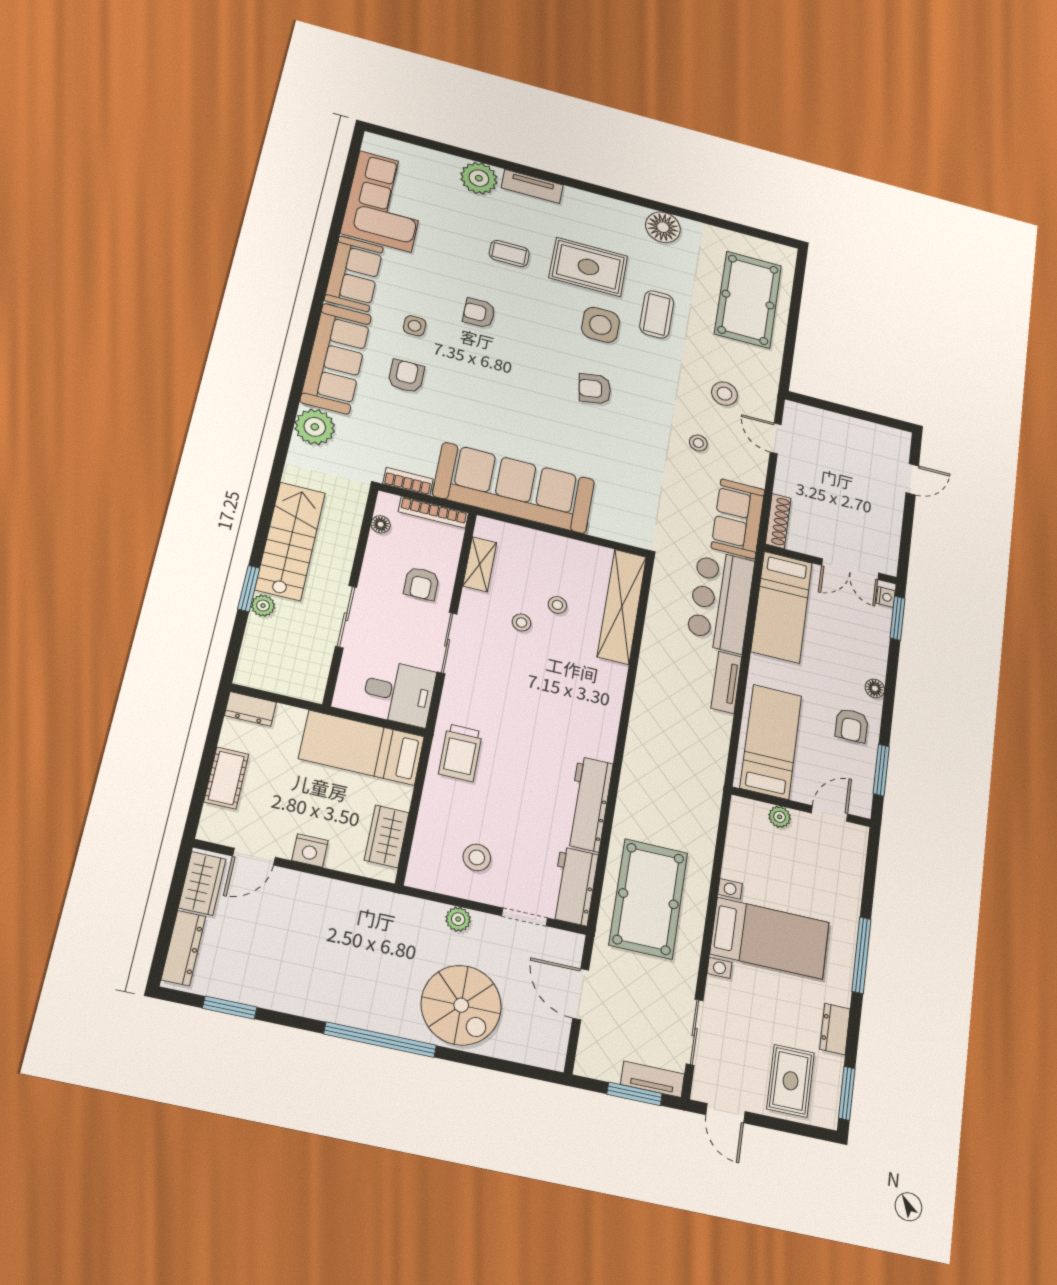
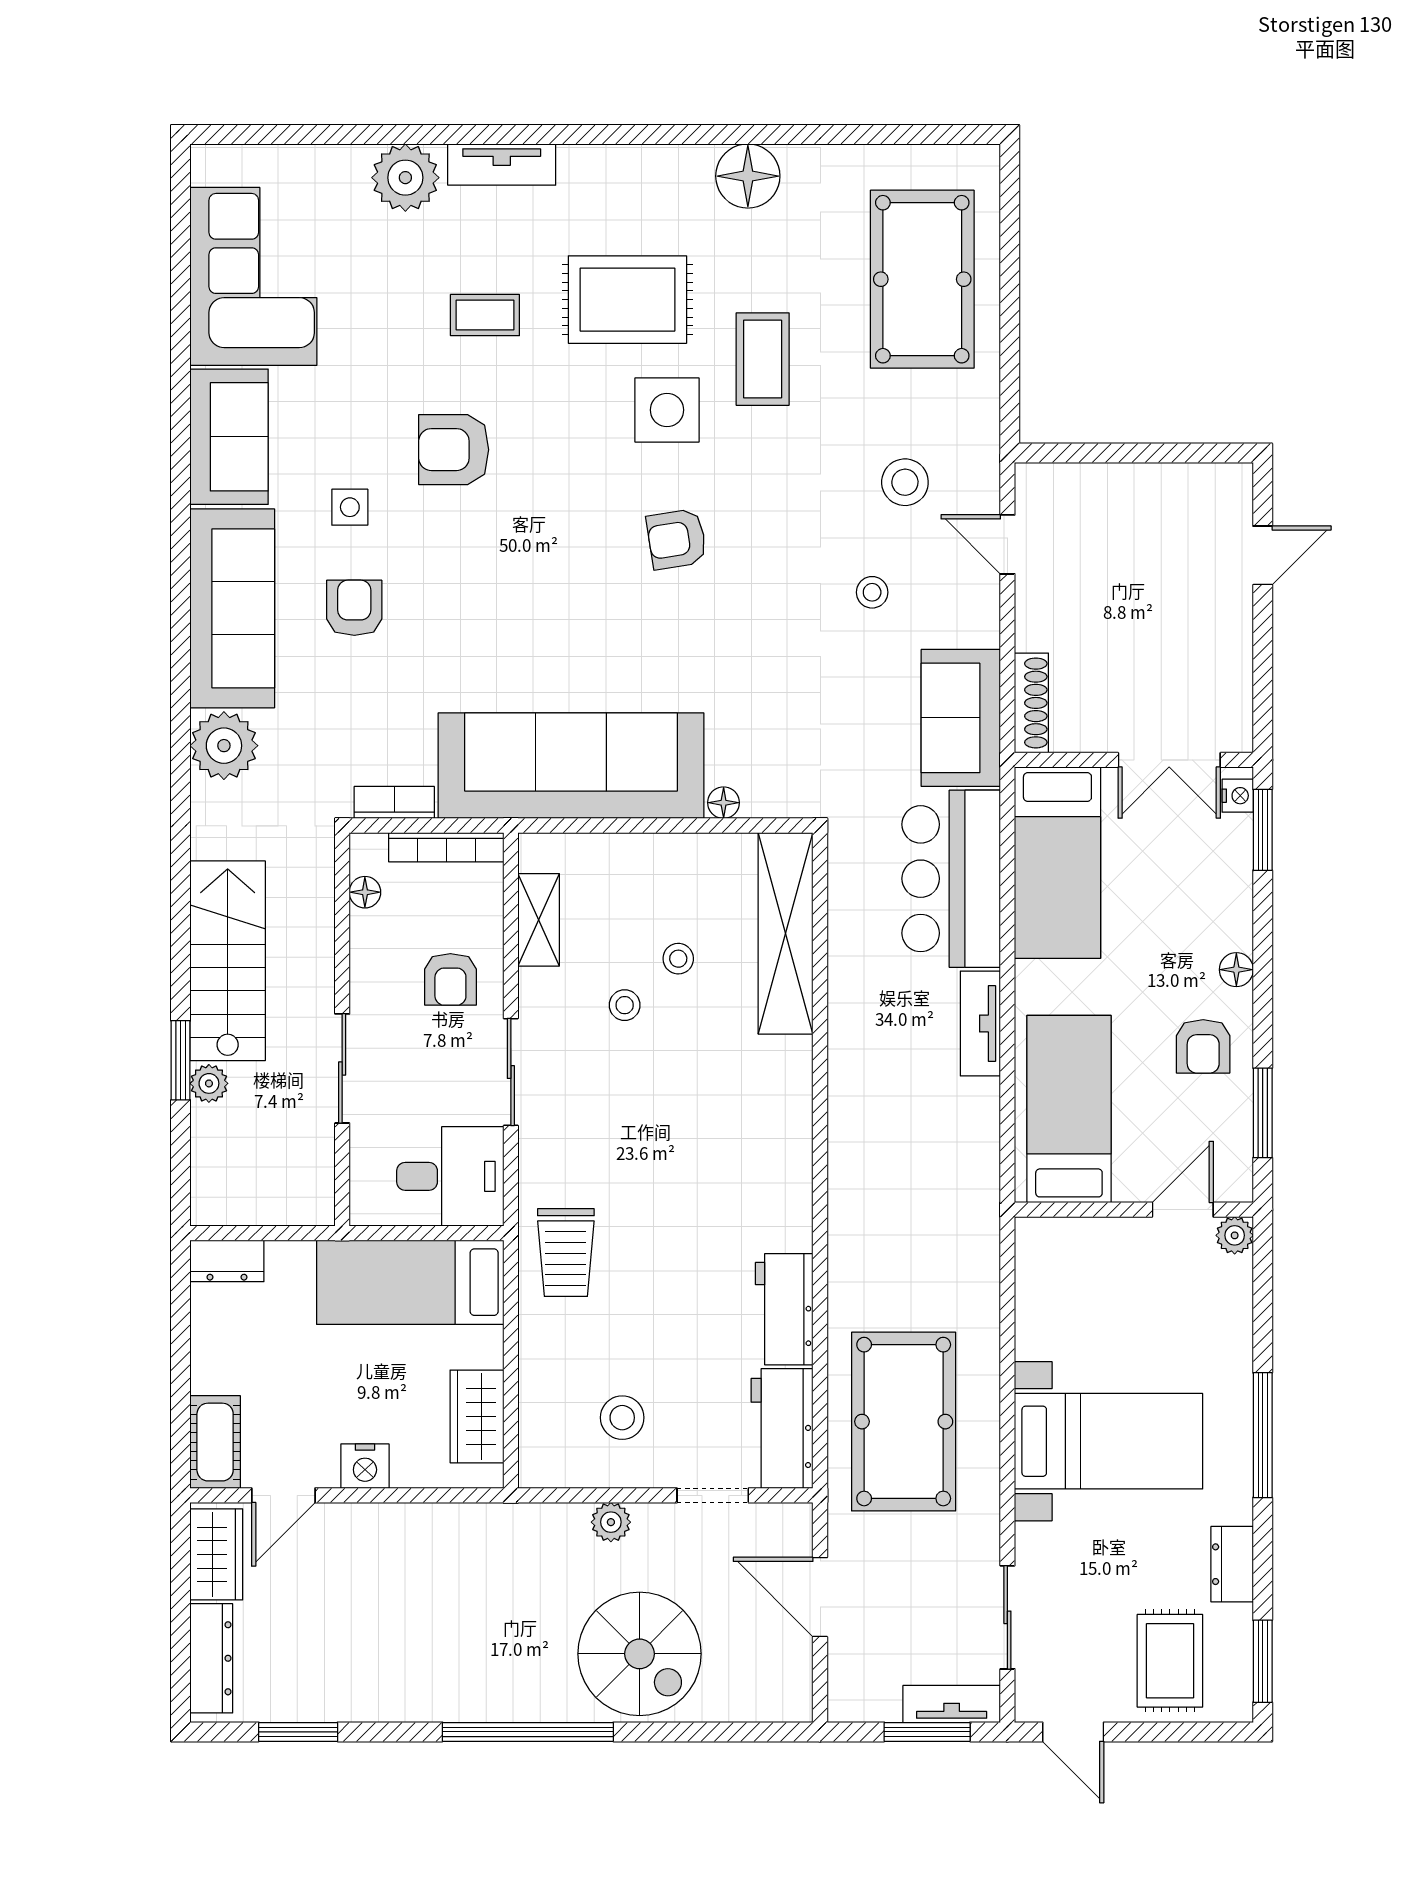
armchair: (479, 313) -> (454, 450), width x1.38, depth x1.38
floor lamp: (598, 529) -> (724, 803), added
cot: (226, 778) -> (215, 1442), moved
workbench: (589, 804) -> (784, 1309), width x0.73
plant: (780, 817) -> (1235, 1235), moved

